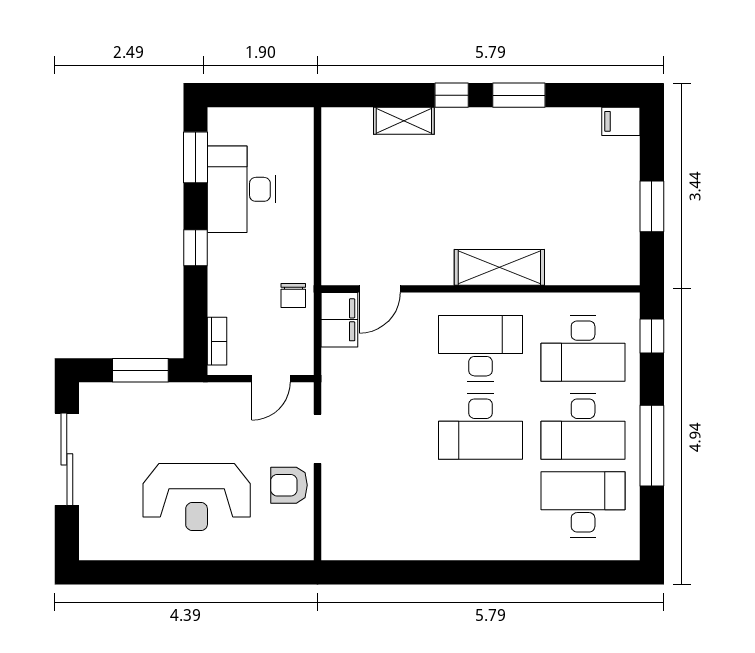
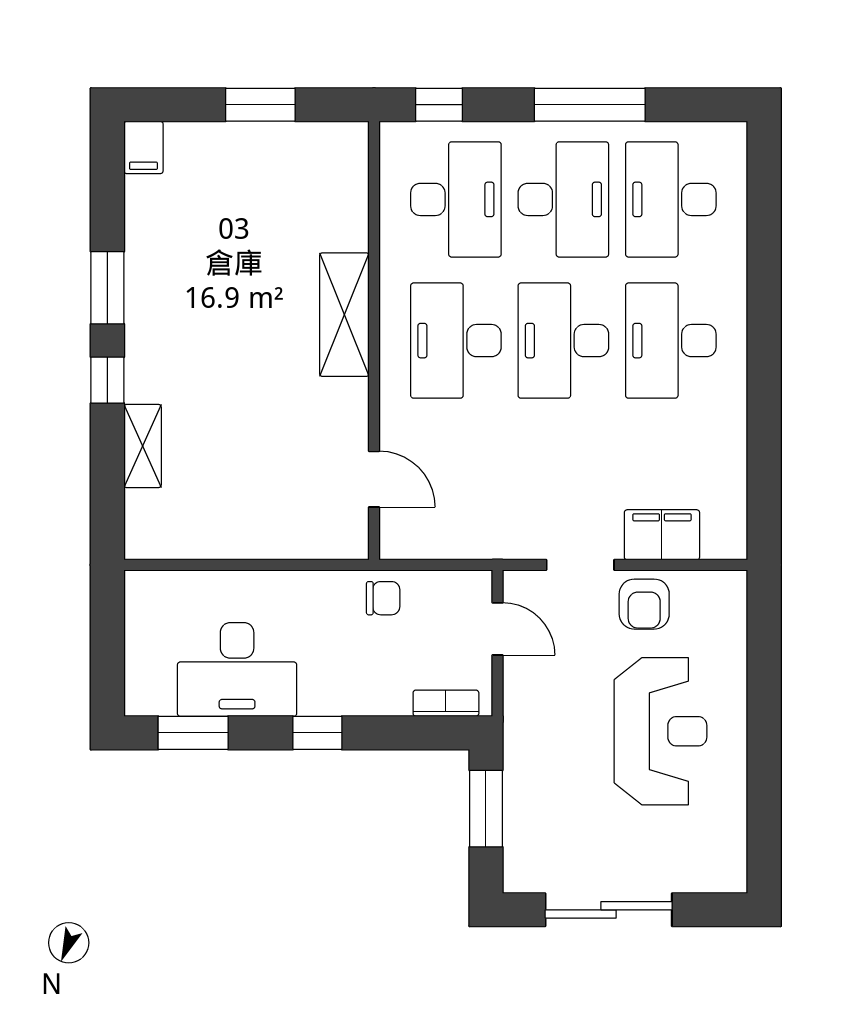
filing cabinet: (339, 320) -> (662, 535), moved
desk: (480, 426) -> (563, 341), turned 180
desk: (480, 505) -> (671, 341), added

